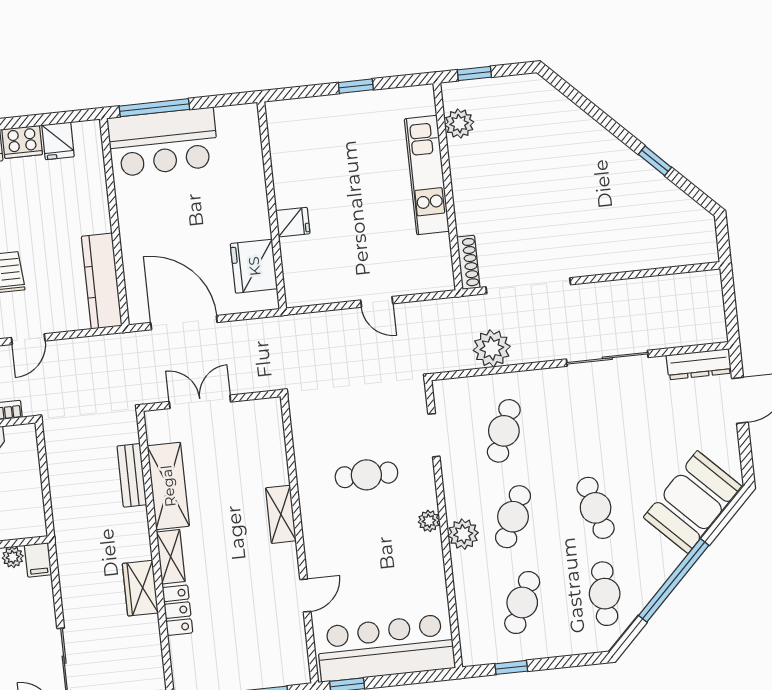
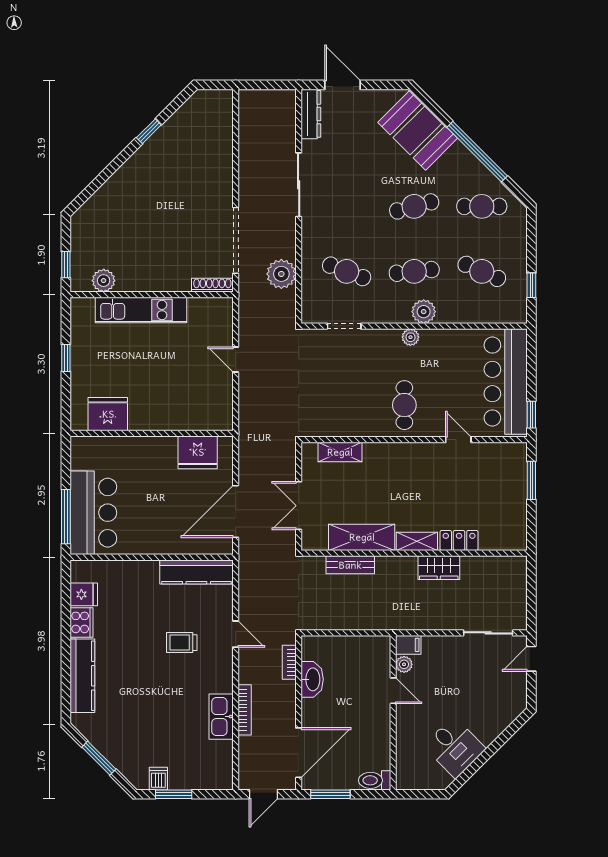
fridge: (293, 222) -> (108, 414), moved, width x1.88, depth x1.34
door: (377, 302) -> (236, 360), swing flipped
cafe table: (366, 475) -> (404, 405), moved
shelving: (281, 514) -> (340, 452), moved
cafe table: (513, 517) -> (414, 271), turned -30

